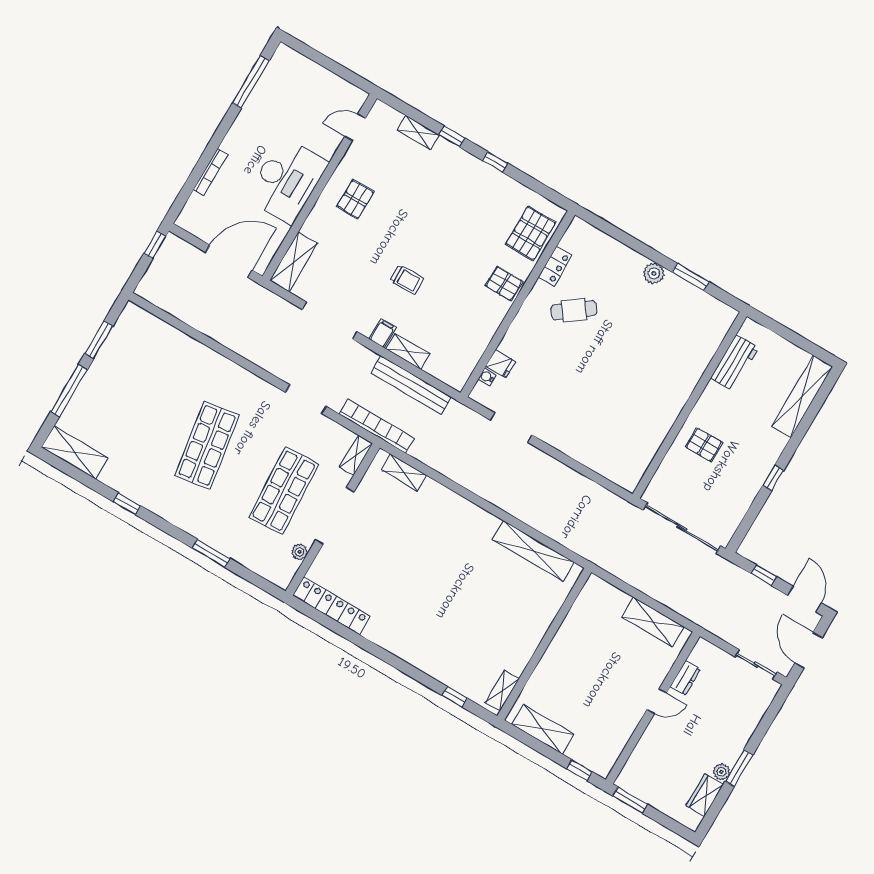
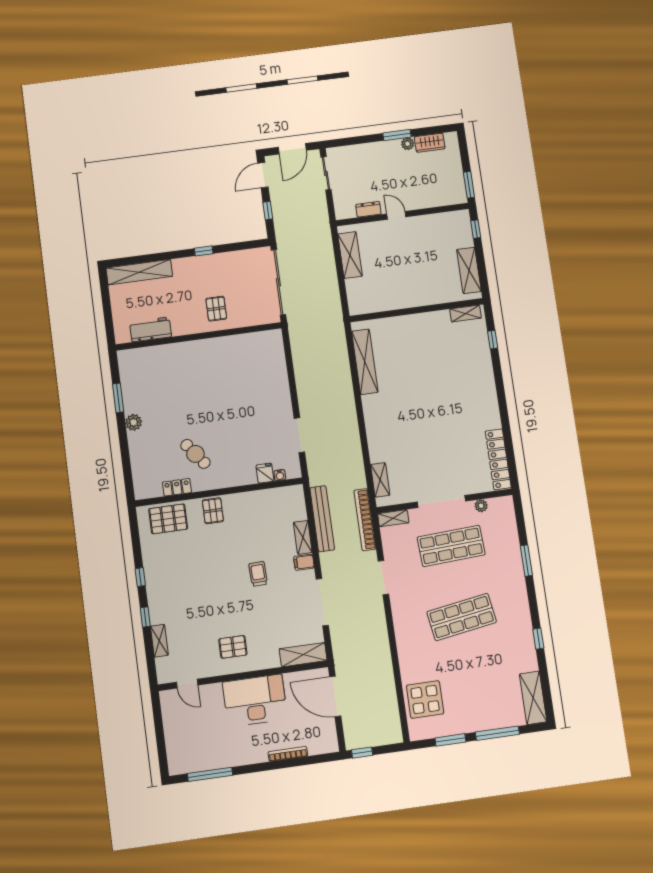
display table: (157, 346) -> (425, 699), added

